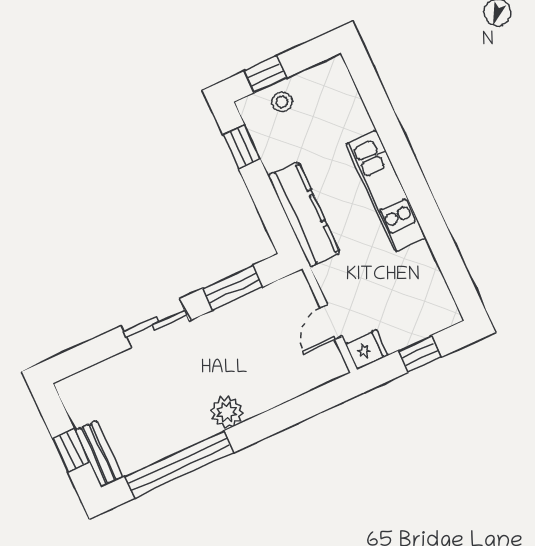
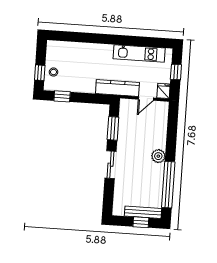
kitchen unit: (386, 191) -> (139, 53), moved
kitchen counter: (304, 214) -> (117, 88), moved
door: (331, 322) -> (146, 99), hinge flipped
bench: (99, 454) -> (143, 212), width x1.36

